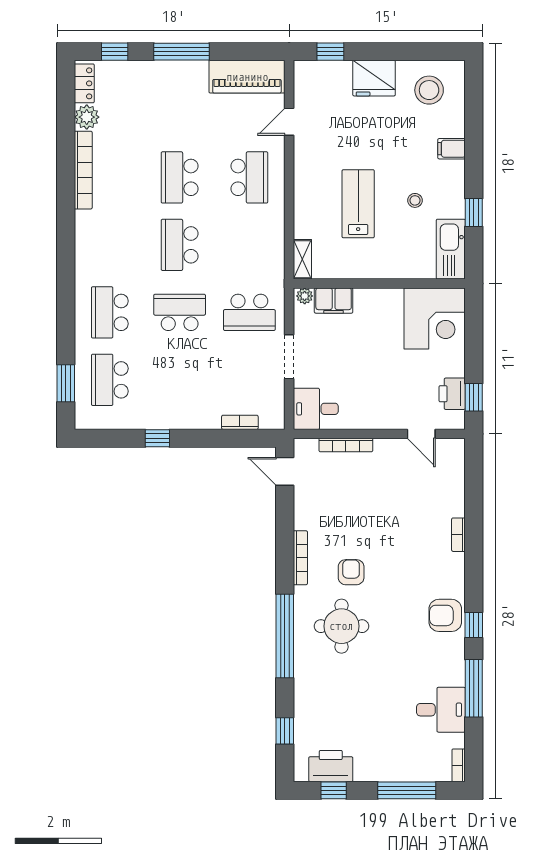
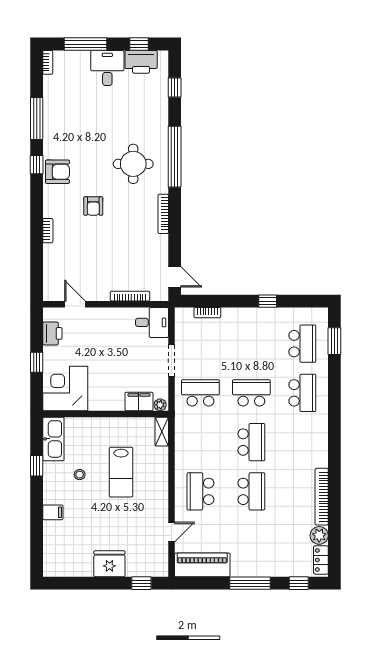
stool: (429, 90) -> (69, 555), removed
school desk: (180, 312) -> (251, 393), turned 180
window: (474, 397) -> (37, 362), moved
armchair: (351, 572) -> (93, 206), moved
desk: (441, 710) -> (107, 68), moved, turned 90

